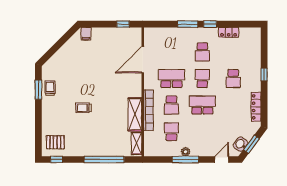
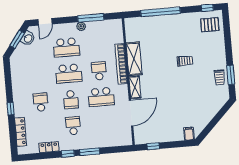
locker: (256, 107) -> (21, 132), moved
school desk: (171, 132) -> (66, 47), moved, width x1.85
shelving: (137, 143) -> (135, 87), moved
window: (185, 159) -> (91, 18), moved

